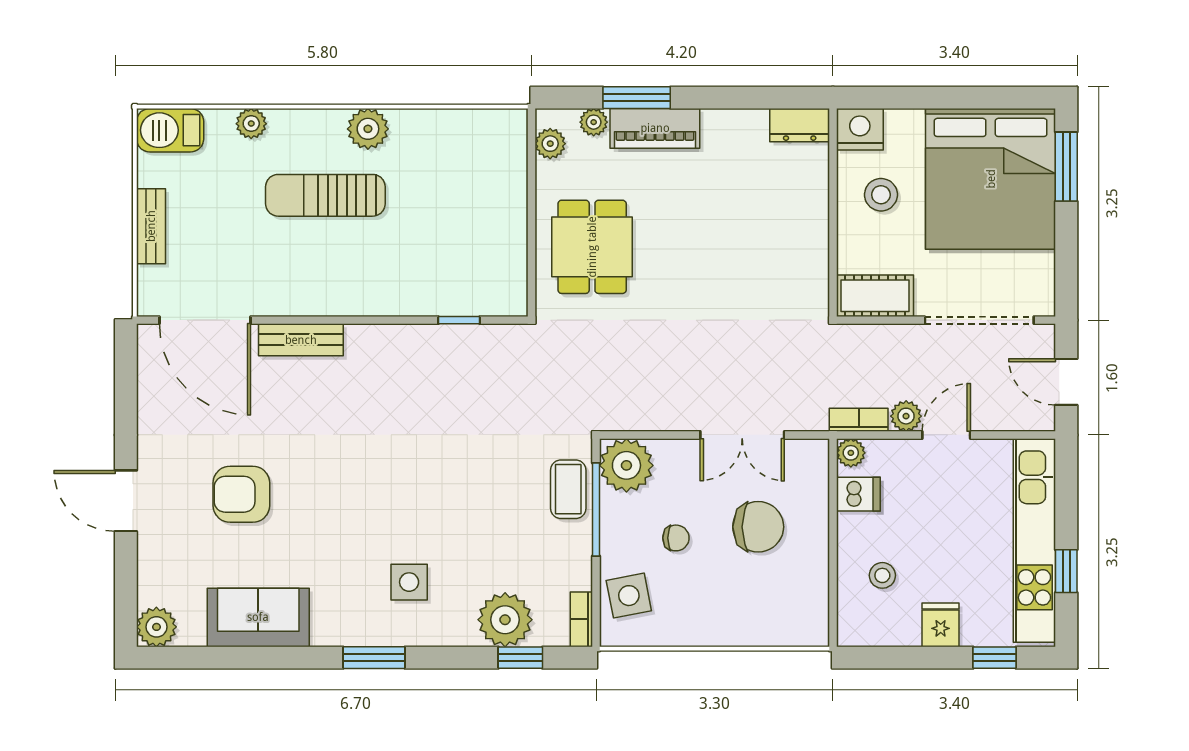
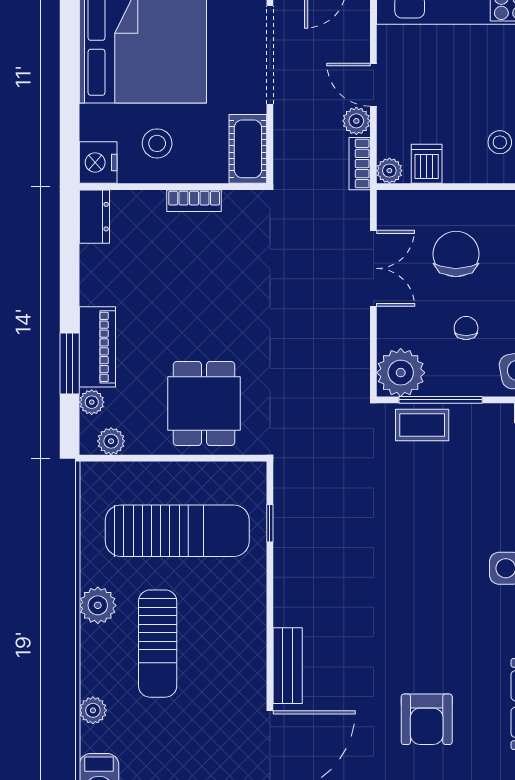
sun lounger: (451, 217) -> (177, 531), added
bookcase: (817, 236) -> (194, 201), added
dining table: (592, 247) -> (204, 403), turned 90

